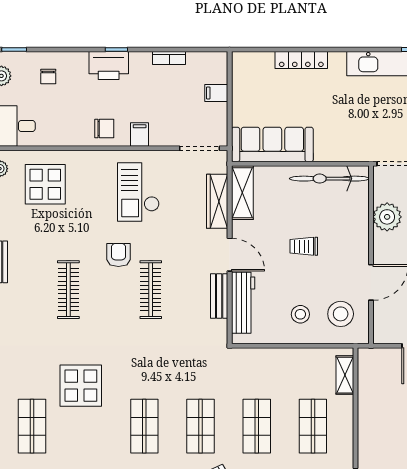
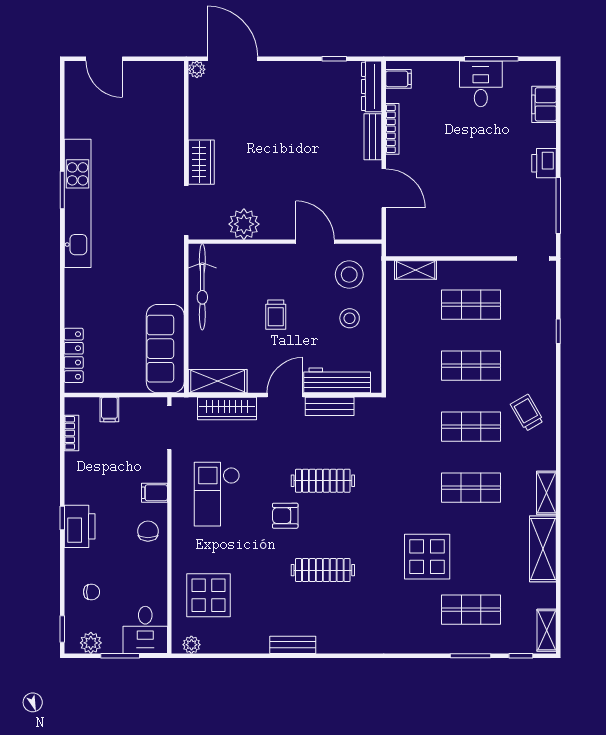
bookcase: (169, 58) -> (71, 433), moved
locker: (301, 60) -> (74, 355), moved
checkout: (138, 192) -> (217, 494), turned 90

